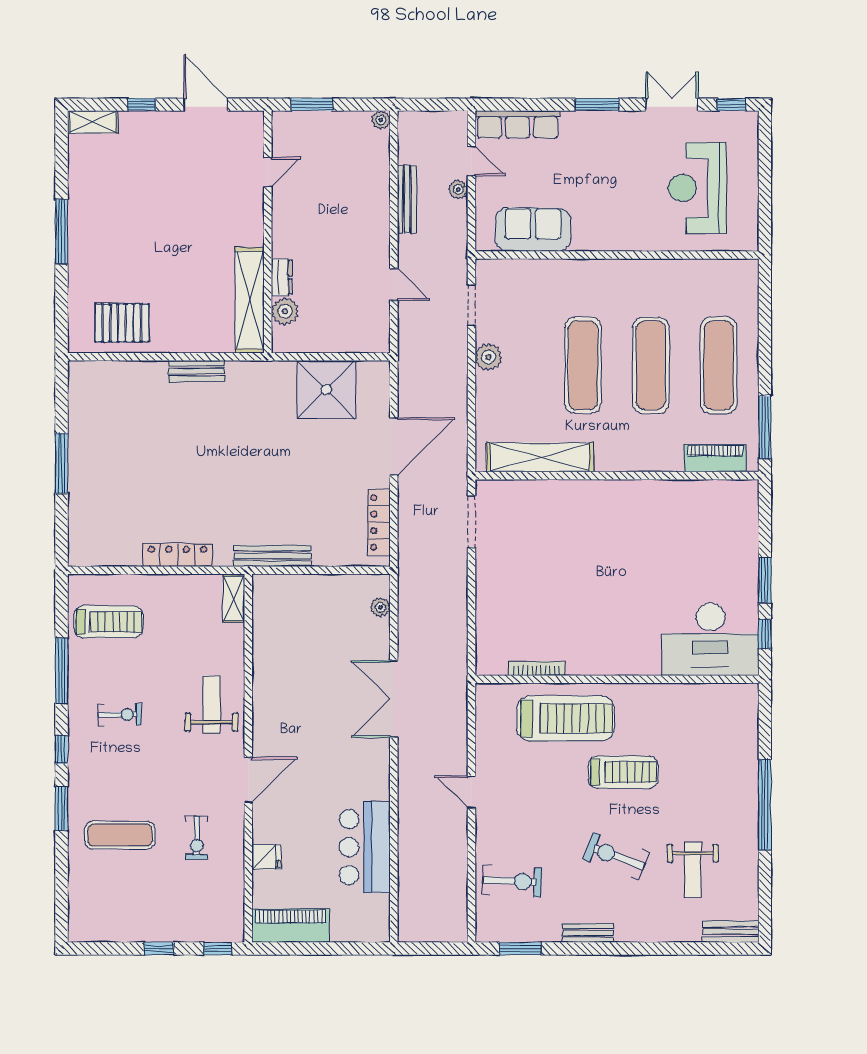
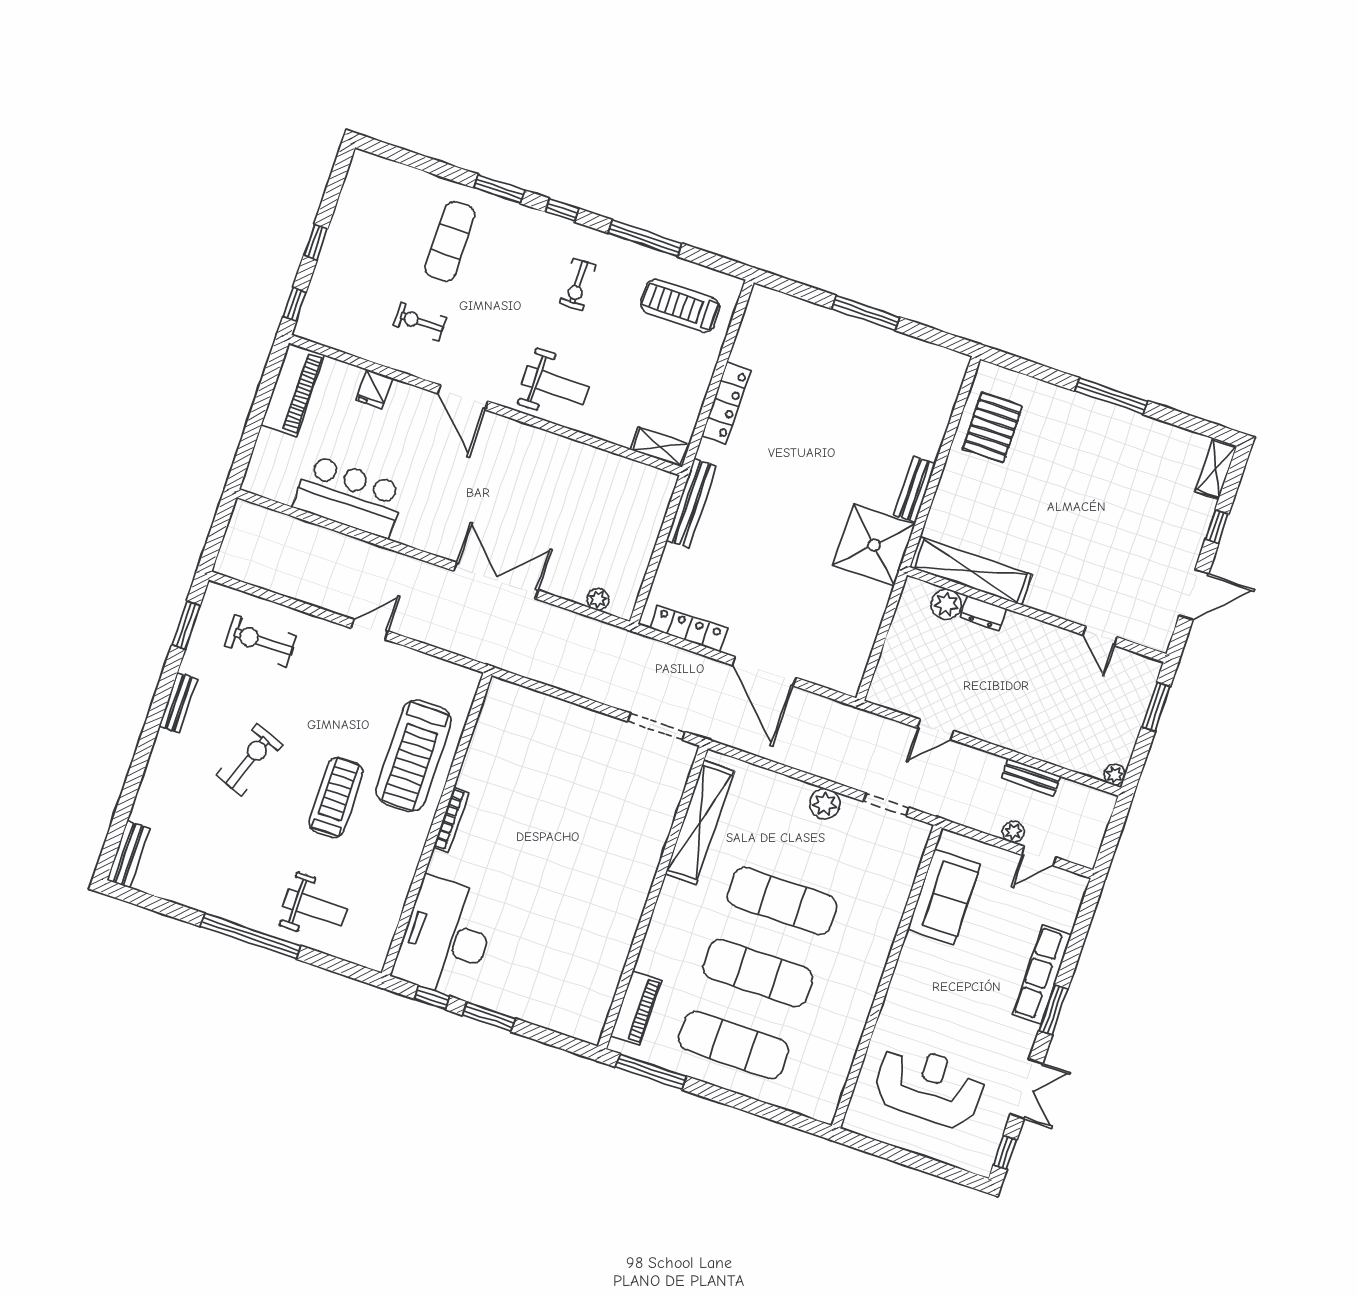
row of seats: (517, 124) -> (1042, 974), moved
bench: (407, 199) -> (1031, 777), width x0.73
shower: (326, 390) -> (874, 545), moved
treadmill: (108, 622) -> (680, 306), turned 90
bookcase: (537, 668) -> (451, 820), moved
treadmill: (623, 772) -> (336, 798), turned 180
weight bench: (693, 870) -> (315, 908), moved, turned 180
exercise bike: (512, 881) -> (260, 641), turned 87

